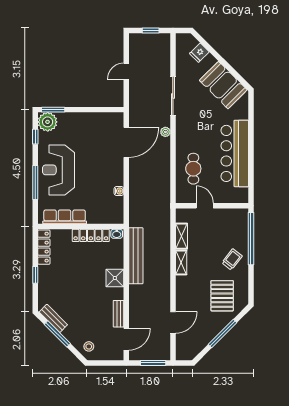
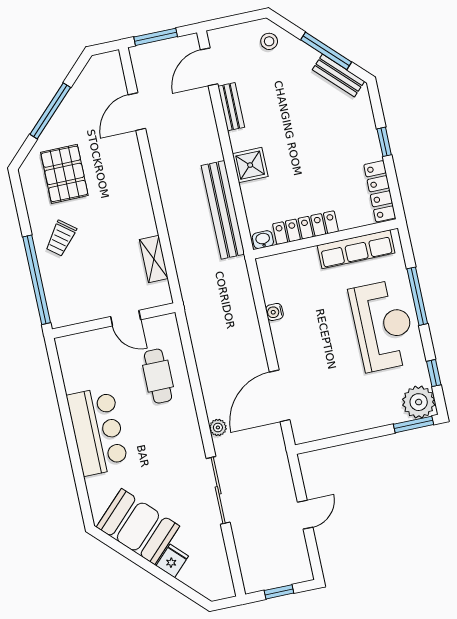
fridge: (199, 53) -> (172, 561), moved
bar counter: (235, 153) -> (97, 431), width x0.73
shelving: (181, 263) -> (145, 215), removed

